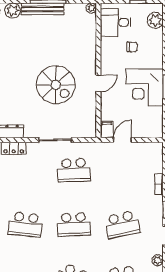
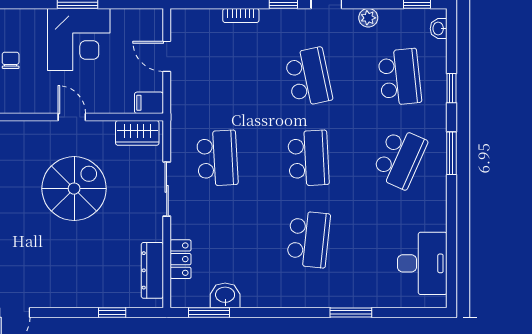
wardrobe: (89, 122) -> (137, 133), added
door: (122, 140) -> (167, 56), moved

